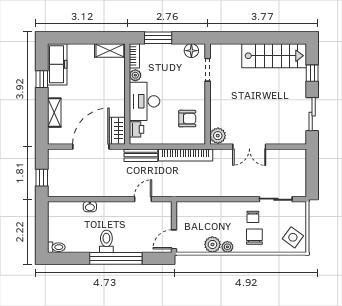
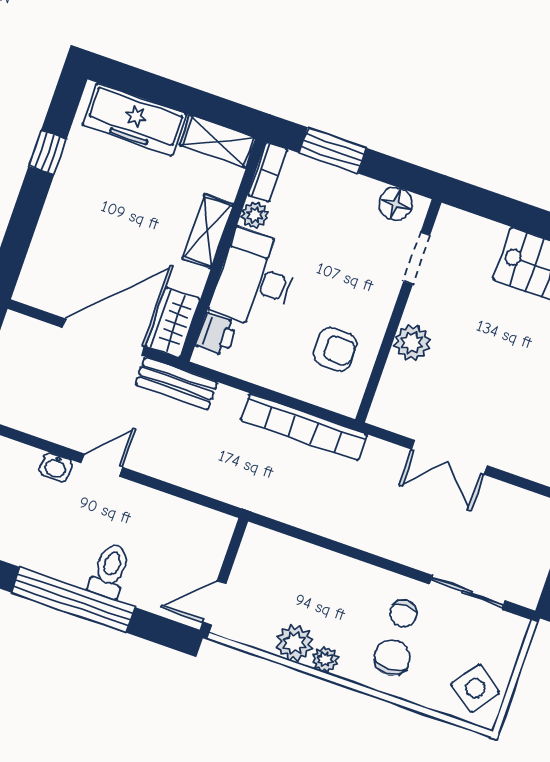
freezer: (57, 64) -> (135, 119), moved, turned 90
shelving: (54, 113) -> (208, 231), moved
plant: (218, 136) -> (412, 343), moved
bench: (141, 155) -> (176, 383), moved
door: (143, 199) -> (102, 465), moved
toilet: (106, 241) -> (110, 571), moved

